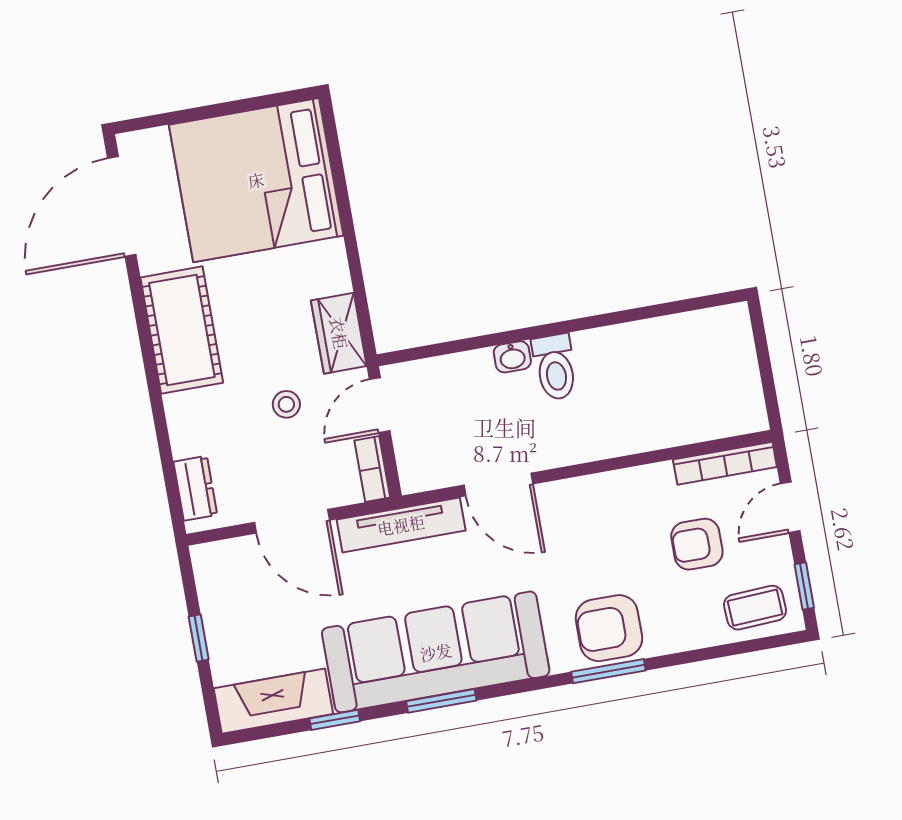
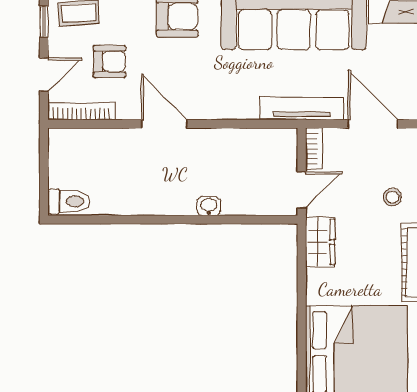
toilet: (555, 367) -> (69, 202), moved, turned 90
stool: (286, 404) -> (392, 197), moved
door: (498, 484) -> (164, 124), moved

